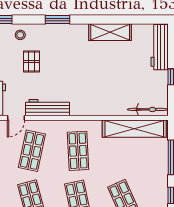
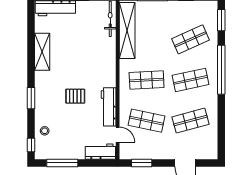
pallet: (31, 62) -> (75, 96), moved

